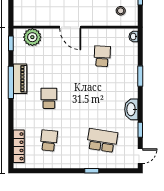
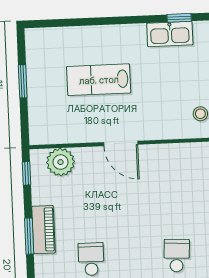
school desk: (102, 56) -> (177, 256), moved
window: (11, 82) -> (29, 236), width x0.69

